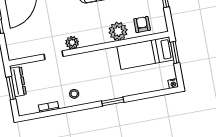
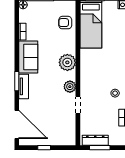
plant: (118, 31) -> (67, 62), moved

